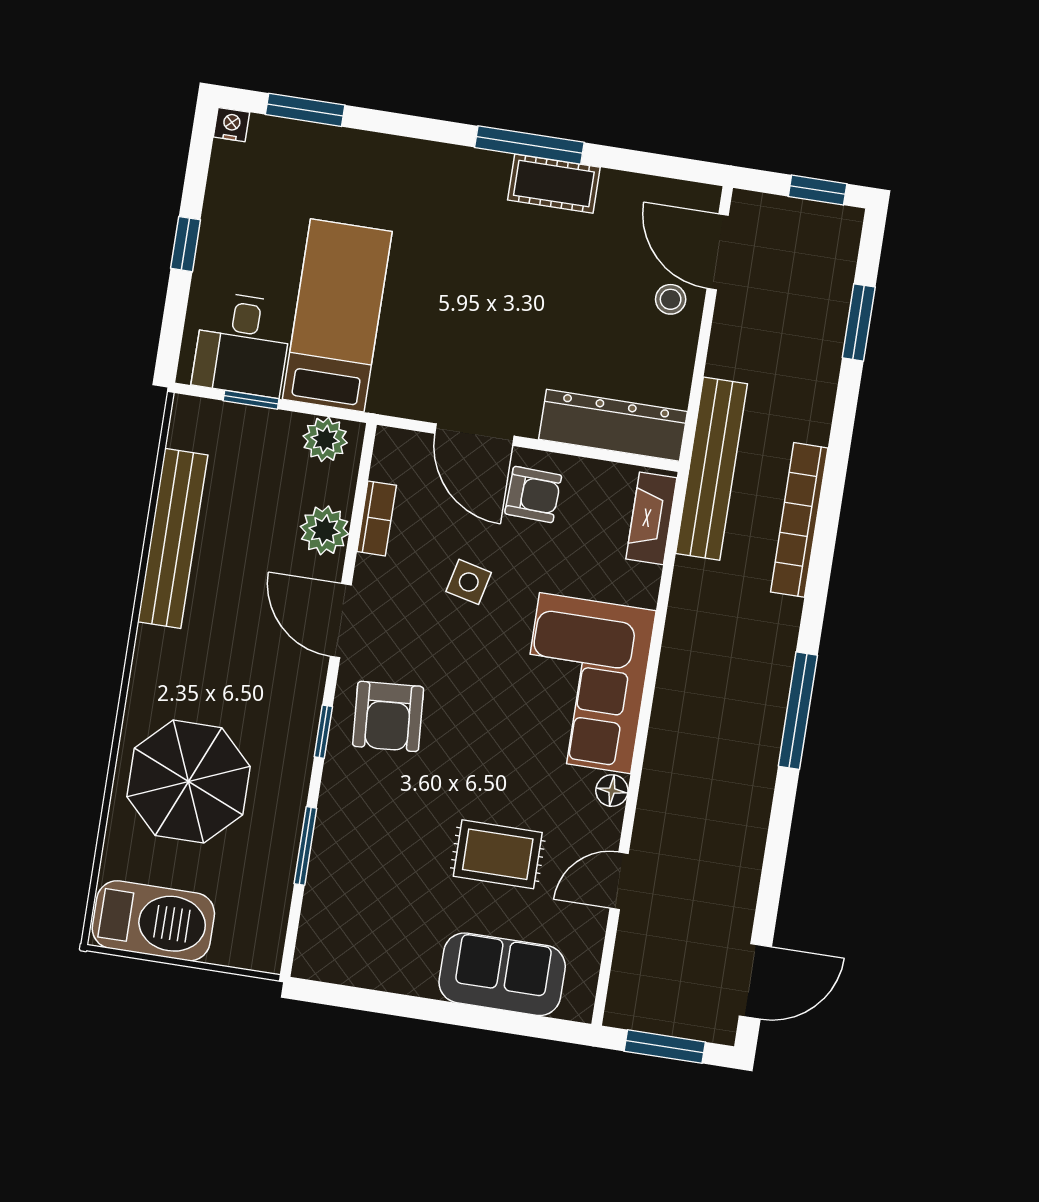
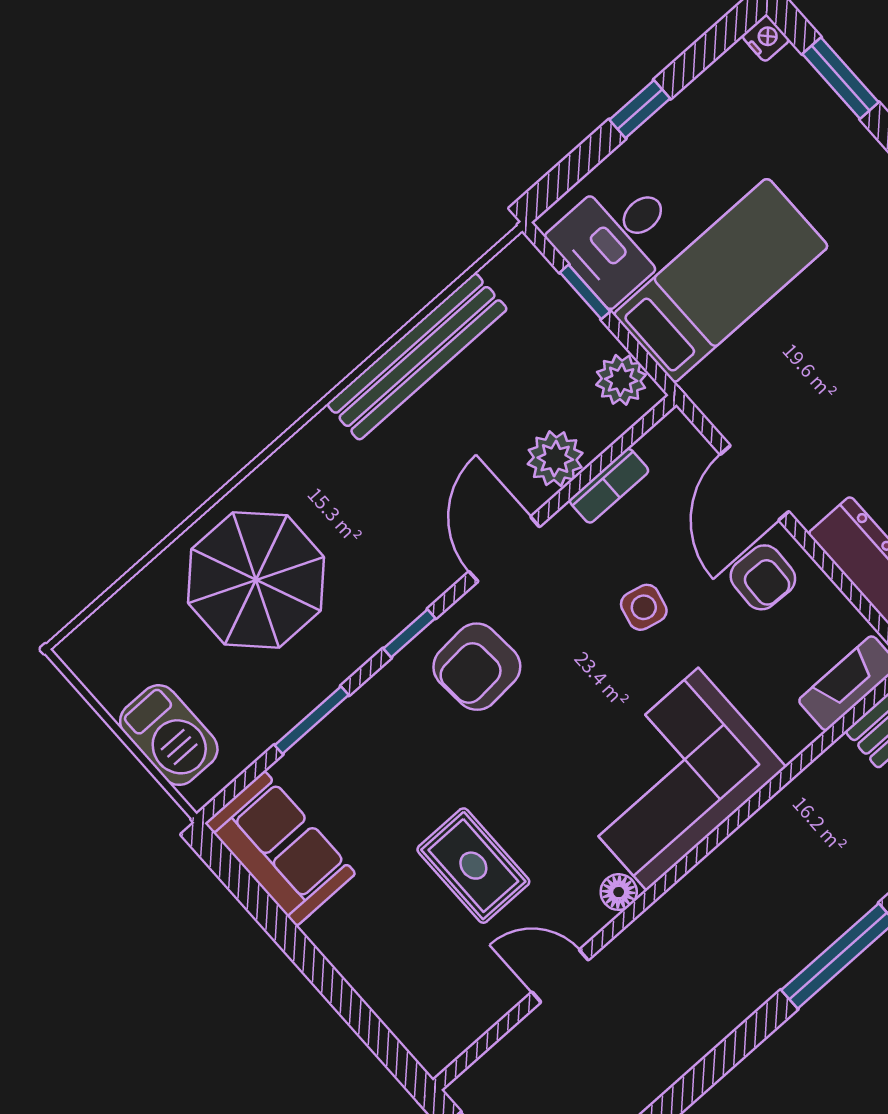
barbecue: (153, 921) -> (169, 735), moved, width x0.73, depth x0.83
sofa: (502, 974) -> (280, 848), moved

